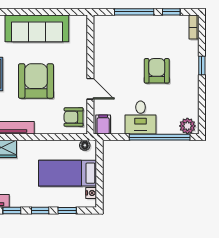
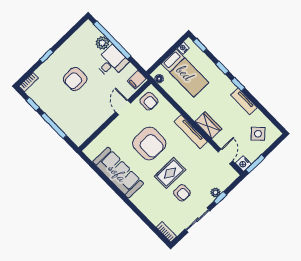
armchair: (36, 81) -> (149, 143), turned -90
plant: (187, 126) -> (102, 43), moved
window: (67, 210) -> (200, 45), moved

